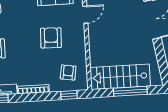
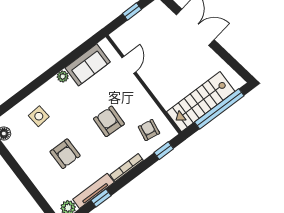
armchair: (51, 38) -> (109, 121), moved
window: (130, 91) -> (219, 109), width x1.46

